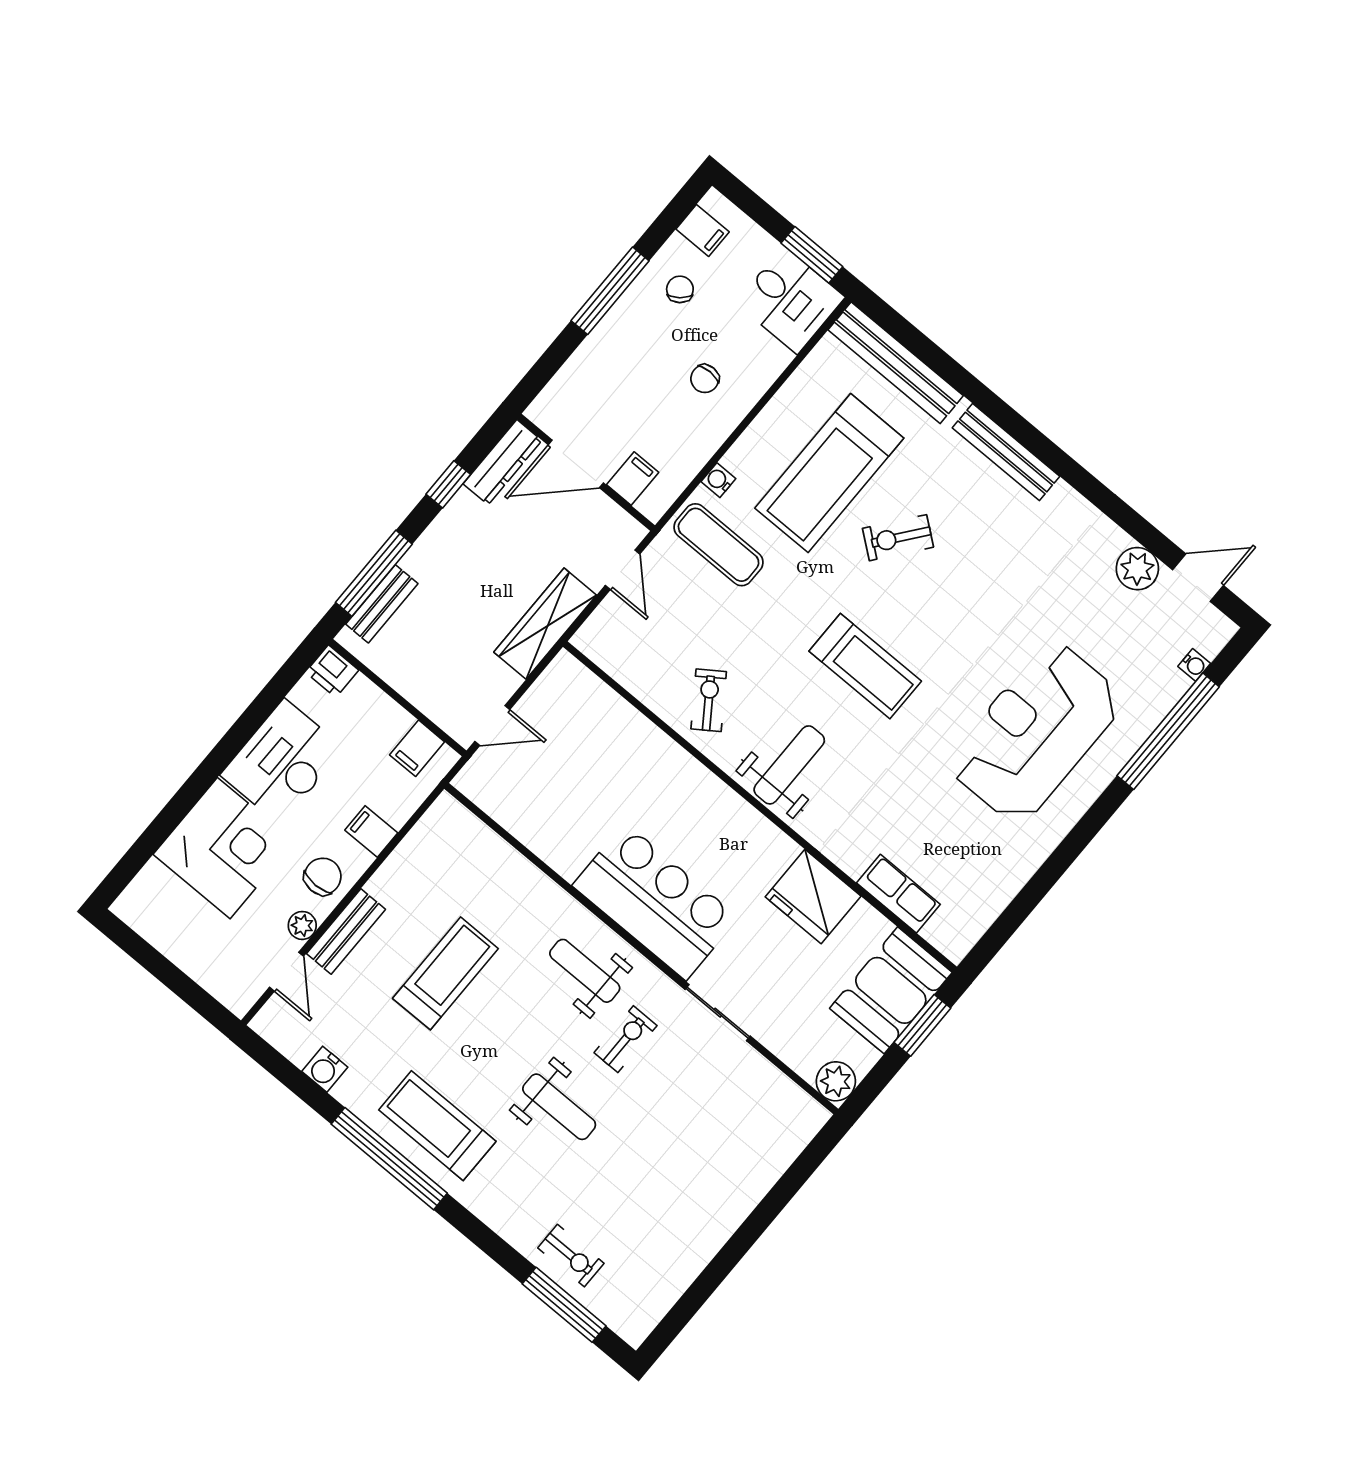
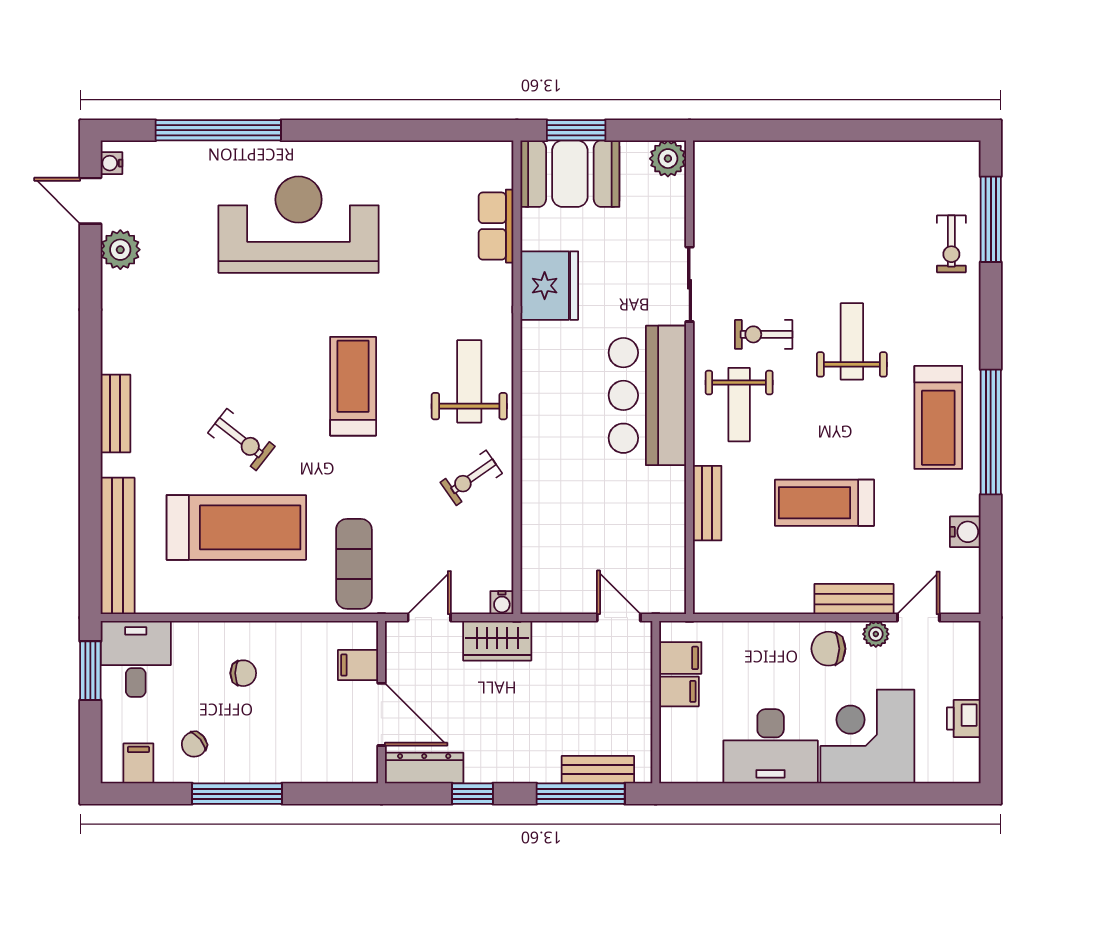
bench: (1006, 452) -> (115, 413), width x0.73
water cooler: (718, 480) -> (502, 603), moved
wardrobe: (545, 624) -> (497, 641), width x0.67
water cooler: (1194, 665) -> (111, 163), moved, turned -90
printer: (332, 671) -> (964, 718), moved, turned 180
reception desk: (1035, 732) -> (299, 225), turned 180
weight bench: (789, 765) -> (469, 381), turned 90
filing cabinet: (371, 832) -> (679, 691), moved, turned -90
bench: (526, 877) -> (707, 503), added
exercise bike: (571, 1256) -> (951, 244), turned 180

